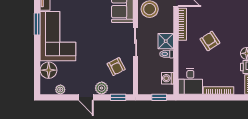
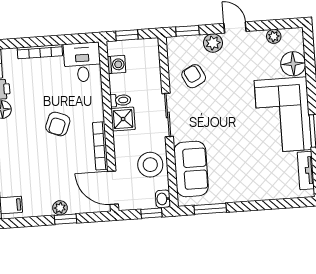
armchair: (210, 41) -> (58, 124), turned 55

